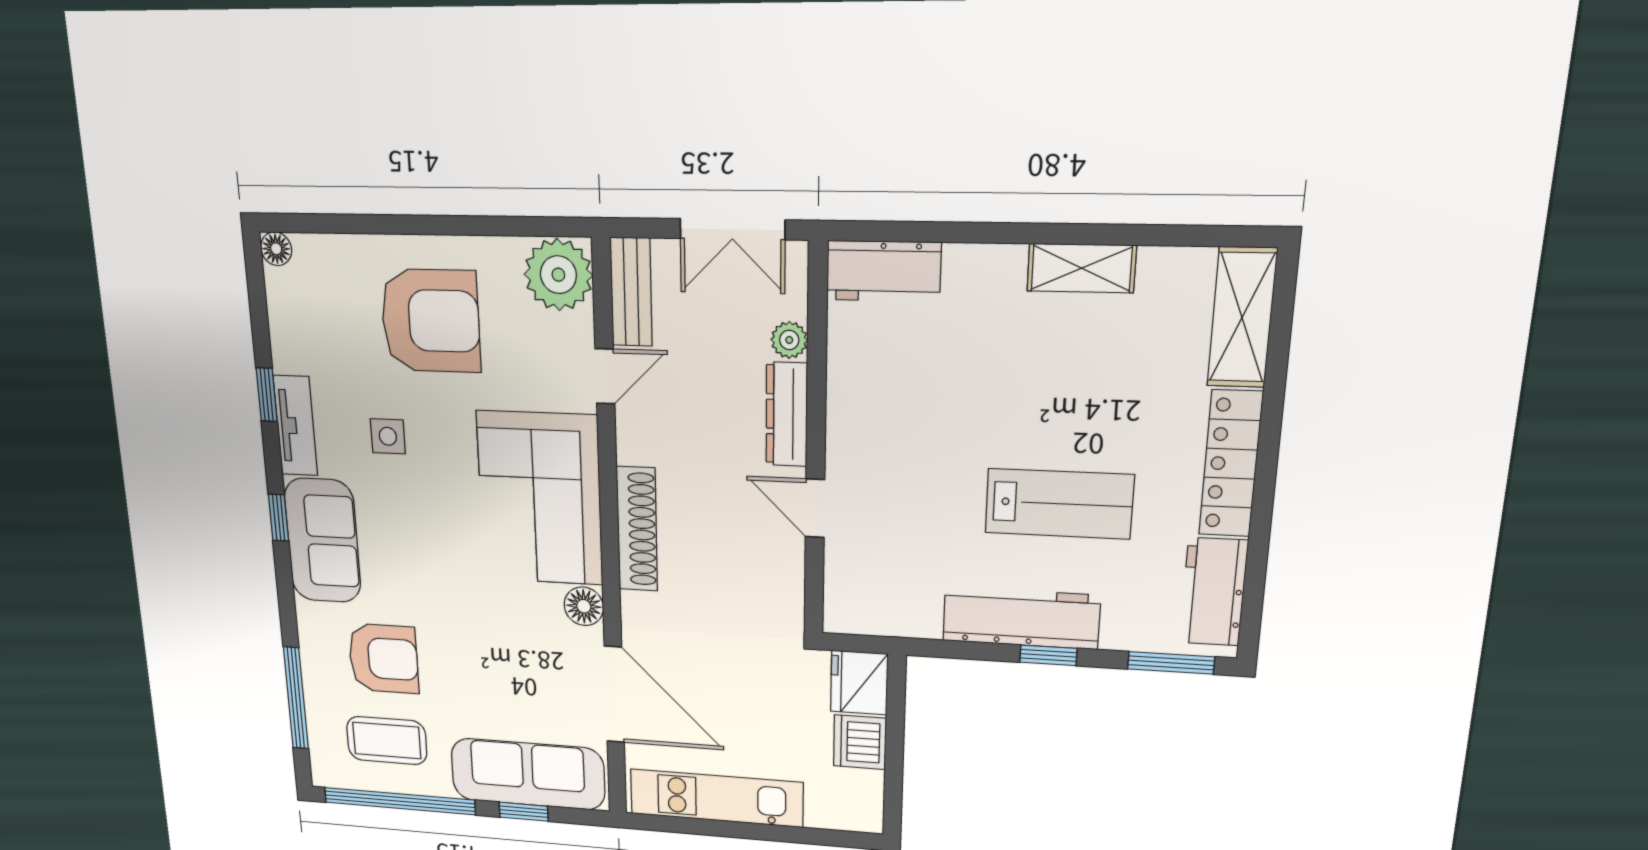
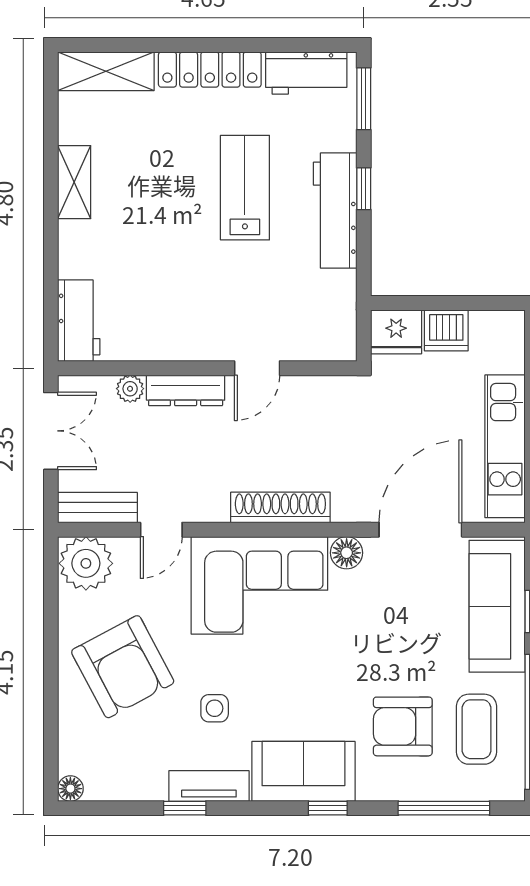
armchair: (430, 321) -> (123, 667), turned 152
door: (605, 376) -> (161, 530), swing flipped
window: (279, 518) -> (328, 808), moved
armchair: (384, 659) -> (403, 726), turned -90

